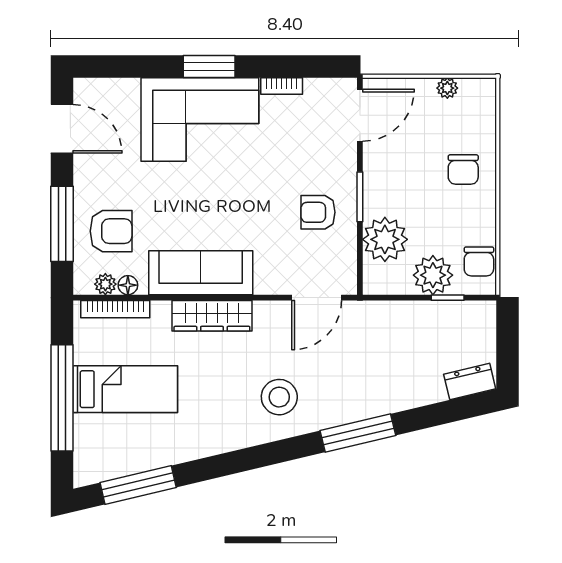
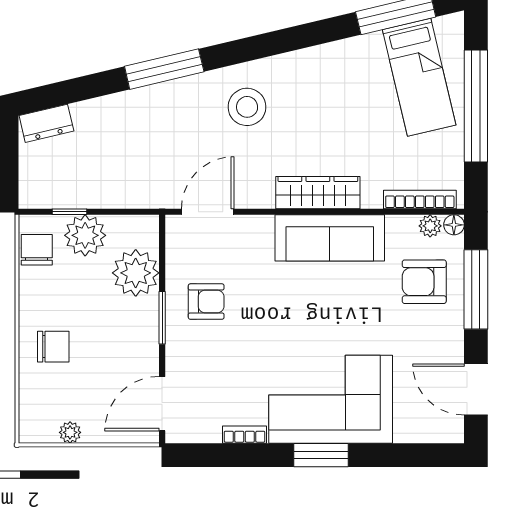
chair: (463, 169) -> (53, 347), turned 90
floor lamp: (128, 285) -> (454, 225), moved
bed: (125, 389) -> (419, 77), moved, turned -103

